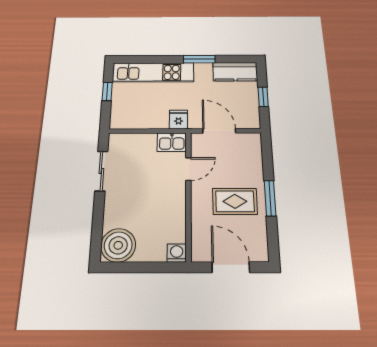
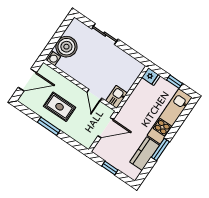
kitchen counter: (235, 72) -> (145, 154), moved
fridge: (178, 120) -> (151, 77), moved
sliding door: (101, 171) -> (105, 34), moved
rug: (235, 201) -> (60, 107), turned 90
boiler: (118, 245) -> (66, 47), moved

